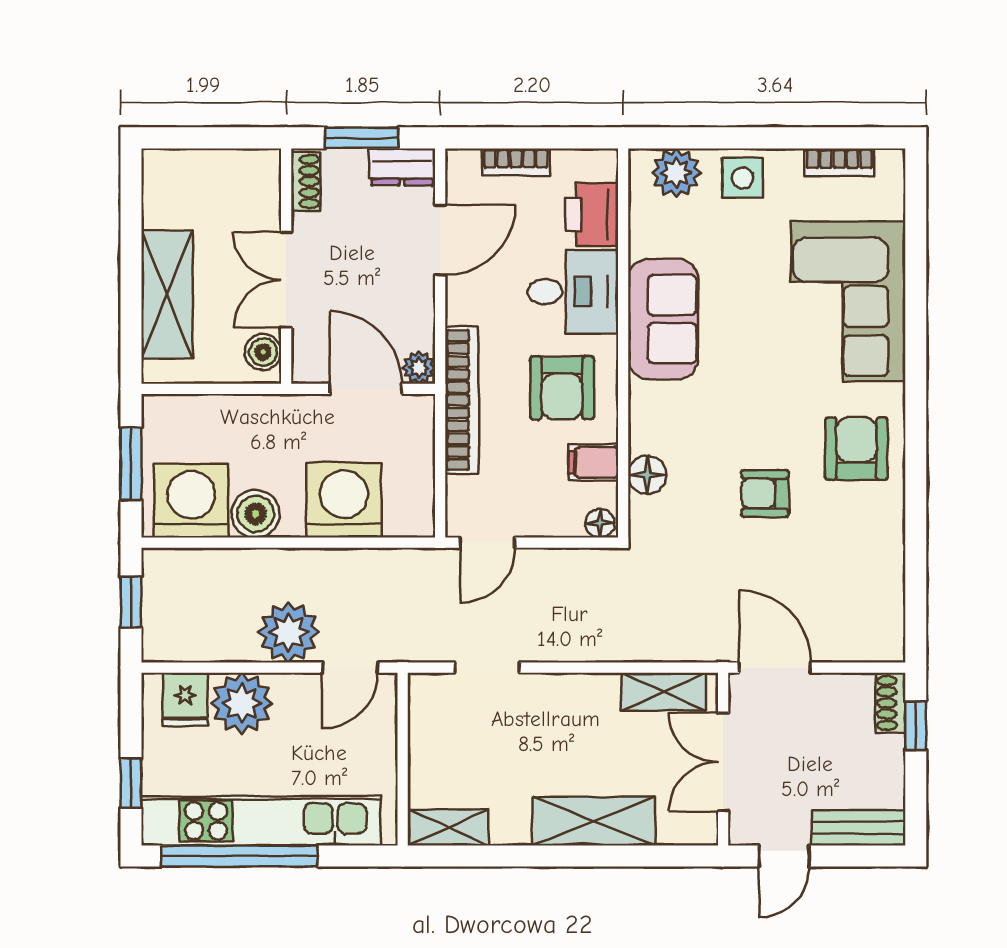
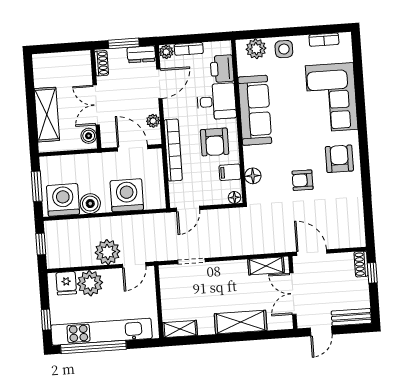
plant: (462, 165) -> (166, 52), added
sofa: (663, 319) -> (255, 110), width x1.36
plant: (419, 368) -> (153, 121), moved

